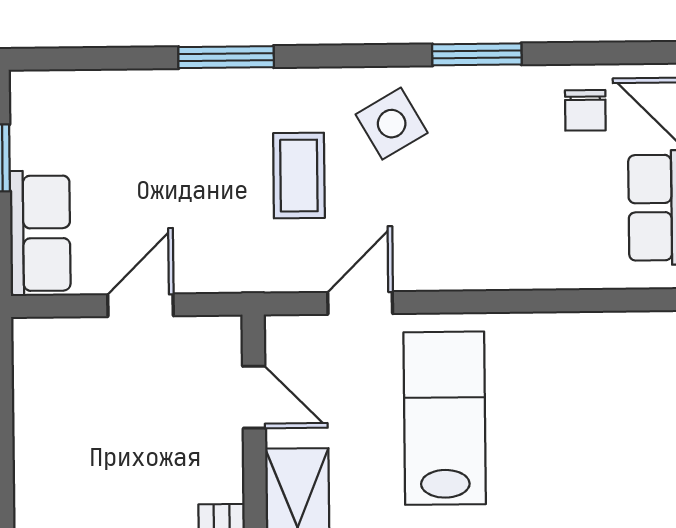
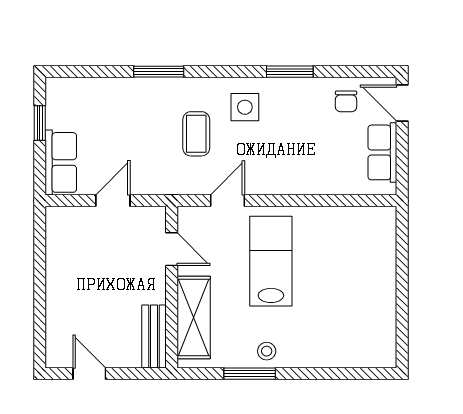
side table: (392, 124) -> (245, 107), turned 30

